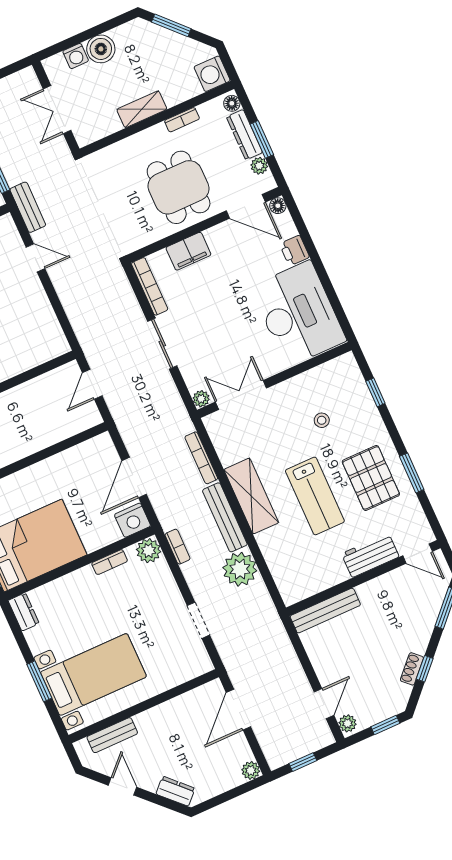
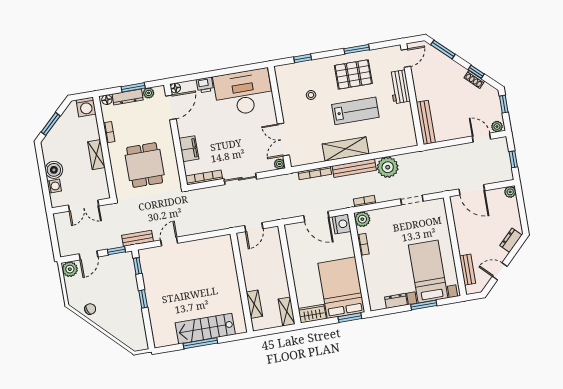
dining table: (179, 187) -> (145, 165), moved, turned 90
door: (92, 384) -> (254, 227), hinge flipped
dresser: (24, 612) -> (396, 301), moved

